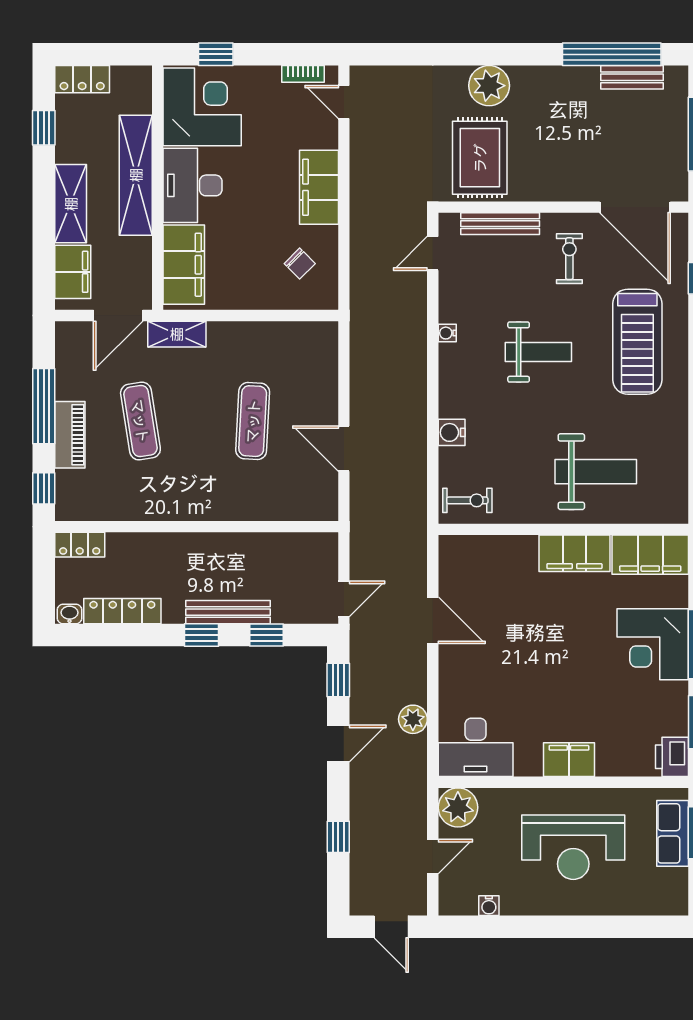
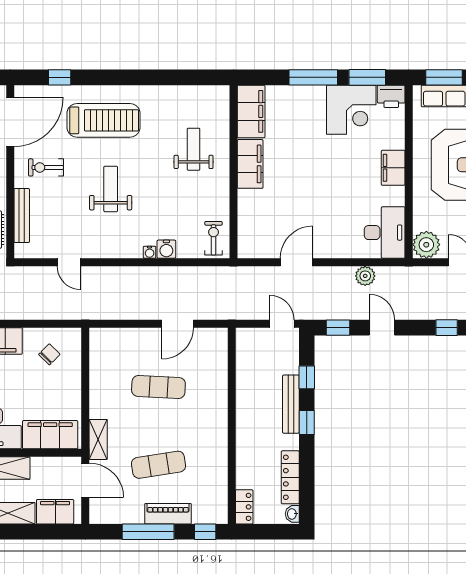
door: (433, 253) -> (69, 262), moved
water cooler: (447, 333) -> (150, 252), moved
weight bench: (596, 472) -> (194, 149), width x0.73, depth x0.75
corner desk: (653, 644) -> (351, 110), moved

